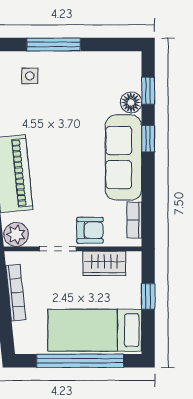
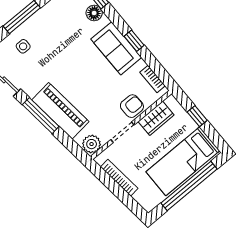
window: (148, 139) -> (134, 41), moved
sofa: (123, 158) -> (116, 48), width x0.73

